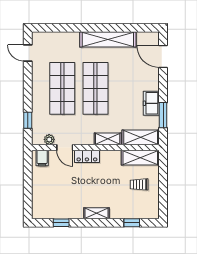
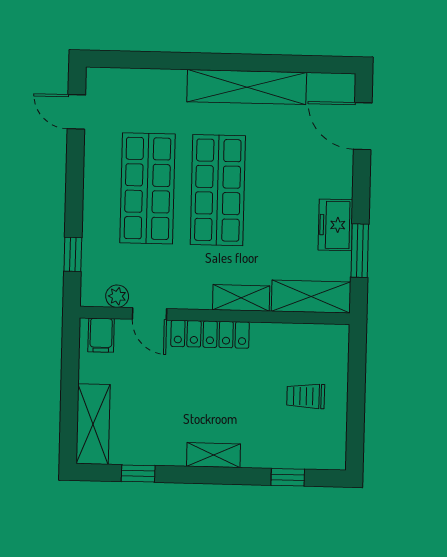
locker: (87, 156) -> (210, 334), width x1.53
shelving: (140, 158) -> (93, 424), moved, turned 90

